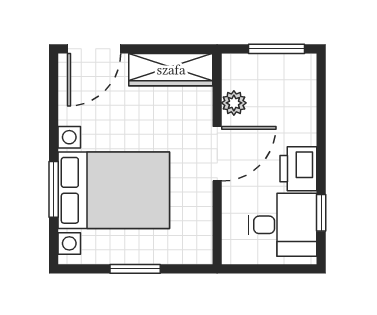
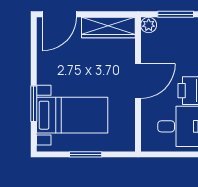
plant: (234, 103) -> (149, 25), moved
bed with nightstands: (114, 190) -> (72, 115), width x0.73

